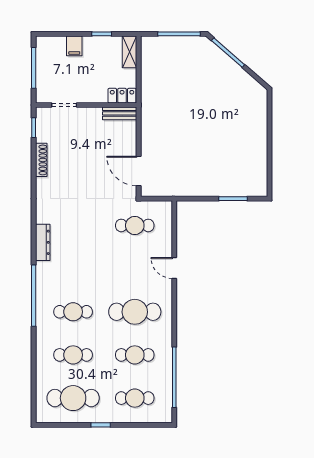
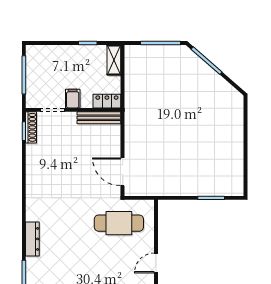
filing cabinet: (74, 46) -> (73, 99), moved, turned 180
bench: (120, 113) -> (99, 118), width x1.36
shoe rack: (41, 160) -> (31, 127), moved
cafe table: (135, 225) -> (119, 223), width x1.37, depth x1.35
door: (174, 268) -> (156, 263), hinge flipped

